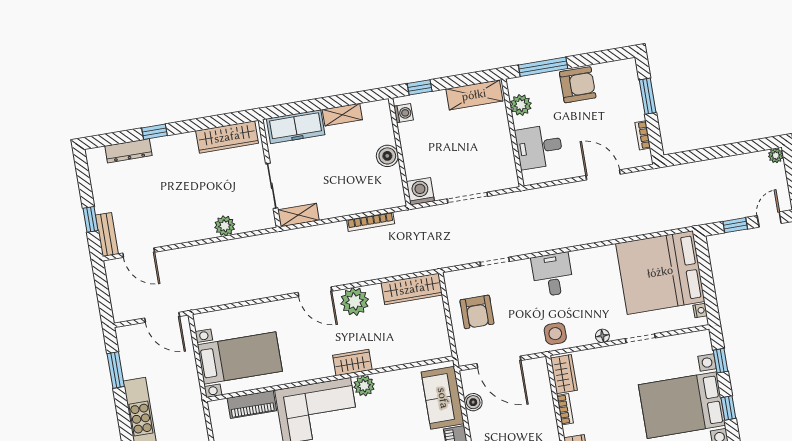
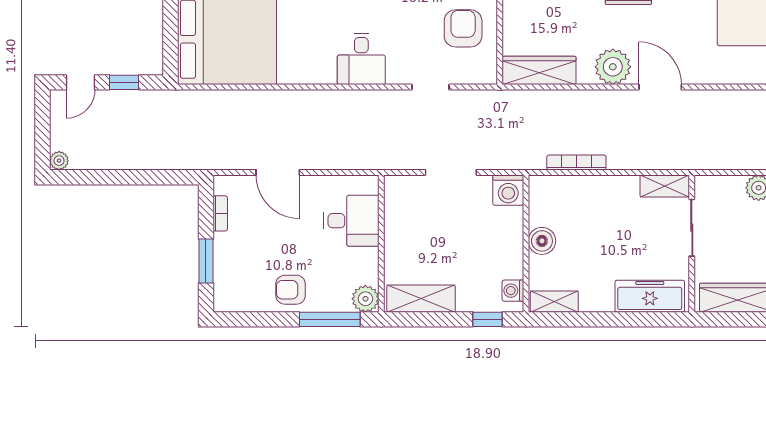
armchair: (578, 85) -> (291, 290), width x0.72, depth x0.72
plant: (521, 105) -> (365, 299), moved
shelving: (342, 115) -> (554, 302), moved

